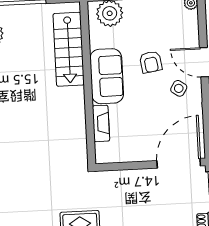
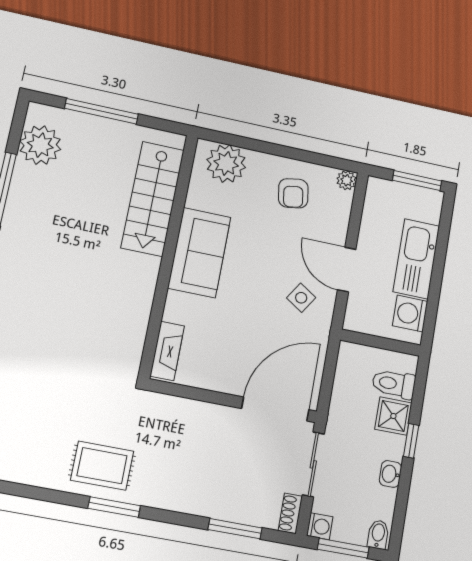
armchair: (151, 62) -> (293, 193), moved
fireplace: (101, 123) -> (167, 351), moved

